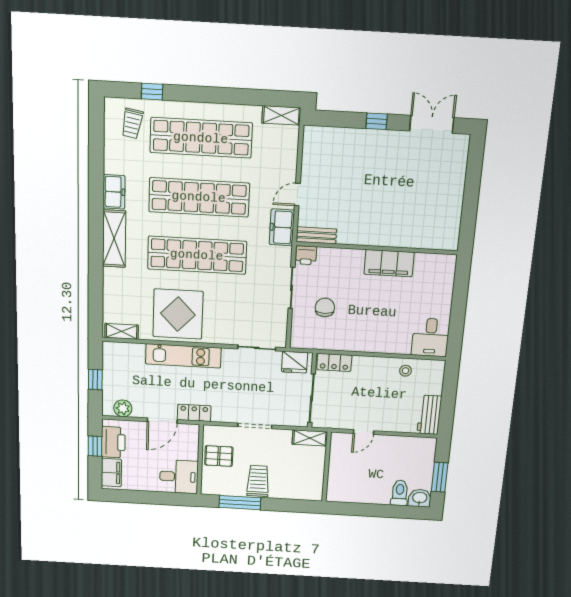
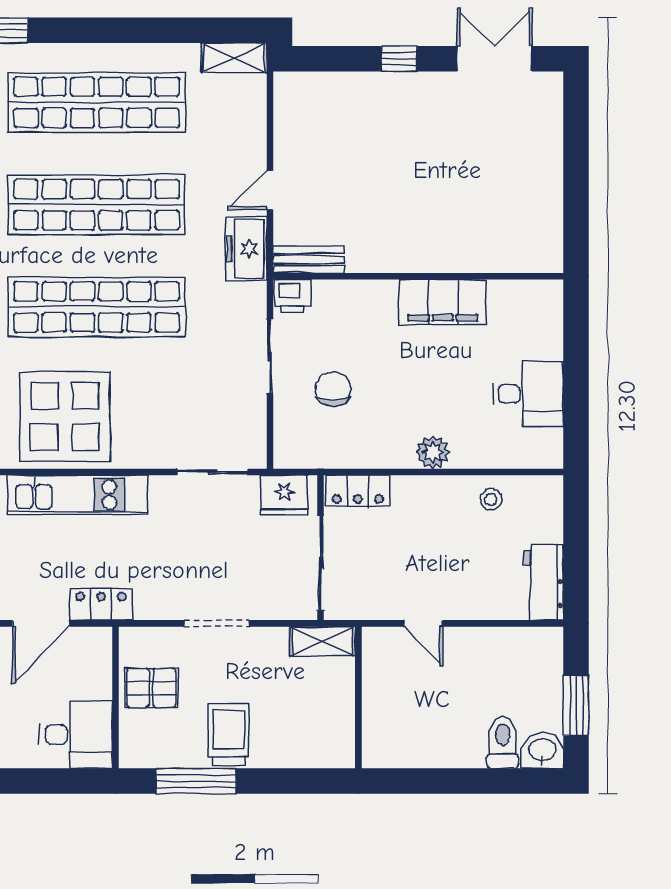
desk: (431, 337) -> (528, 394), moved, turned -90
plant: (376, 344) -> (433, 452), added
door: (364, 432) -> (423, 623), hinge flipped

